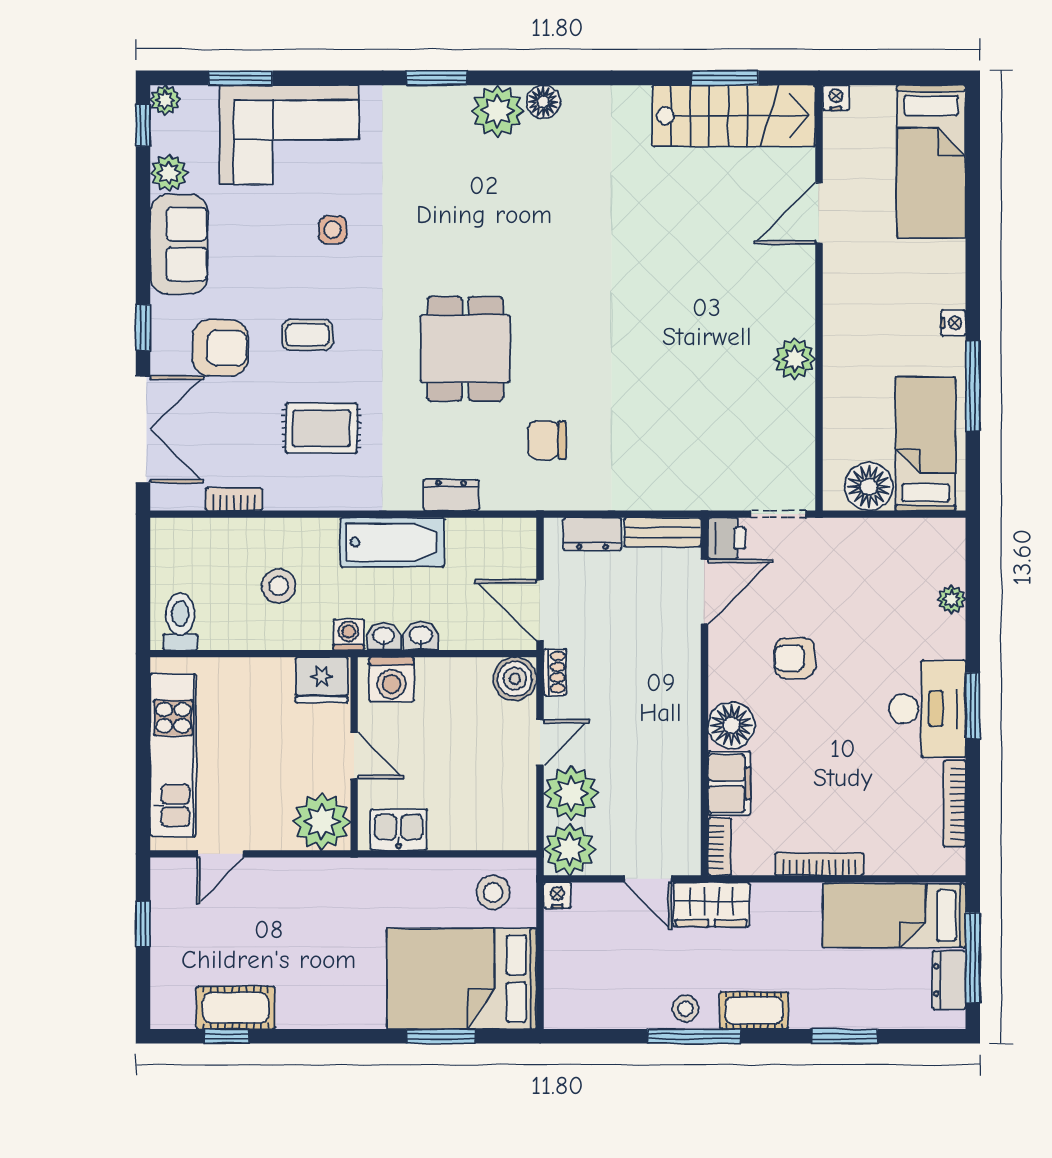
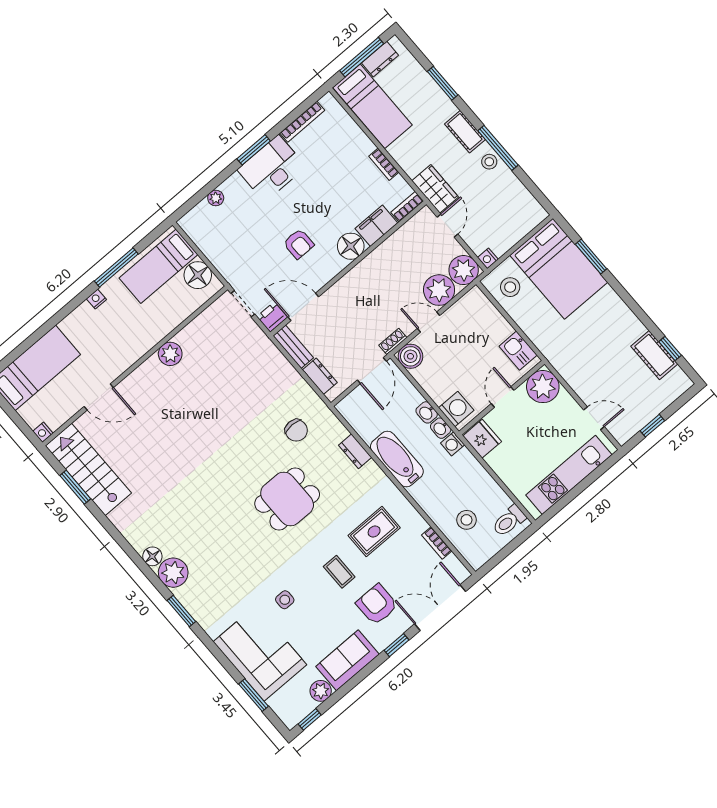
plant: (165, 100) -> (291, 719), removed
rug: (321, 428) -> (374, 532), turned 90
stool: (279, 586) -> (467, 520), moved
bookcase: (819, 864) -> (384, 164), width x0.64

